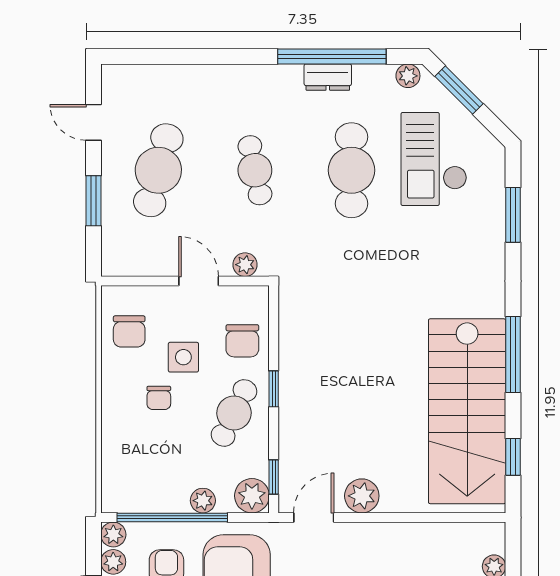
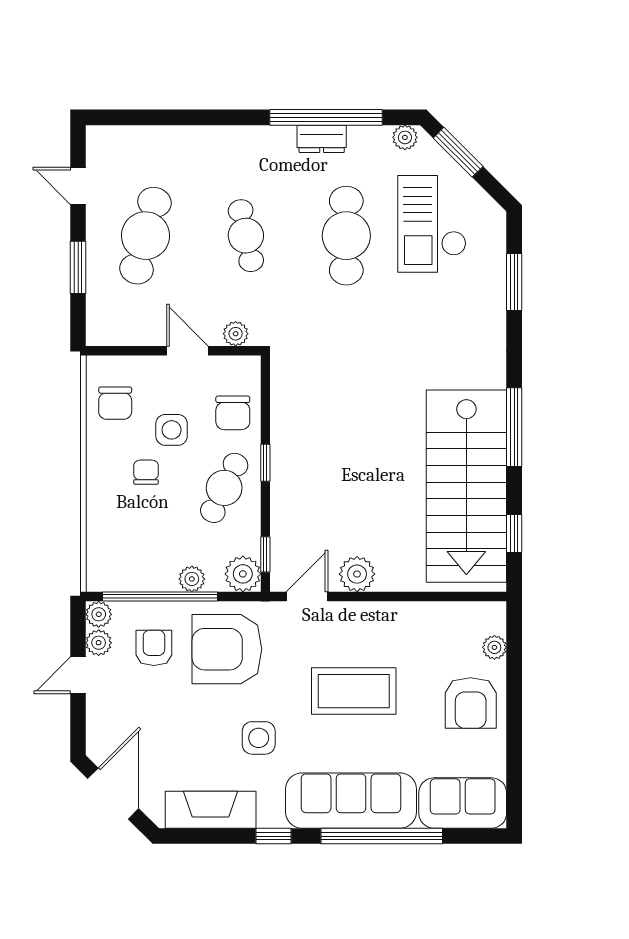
chair: (159, 398) -> (146, 472), turned 180

